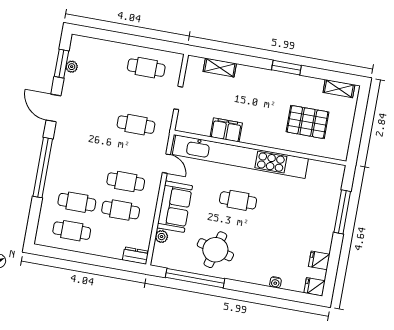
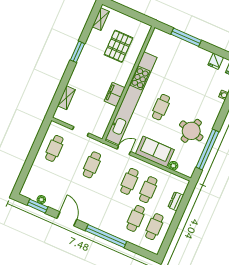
door: (54, 108) -> (67, 219), swing flipped
filing cabinet: (226, 130) -> (115, 94), moved
dresser: (136, 256) -> (176, 201), moved

